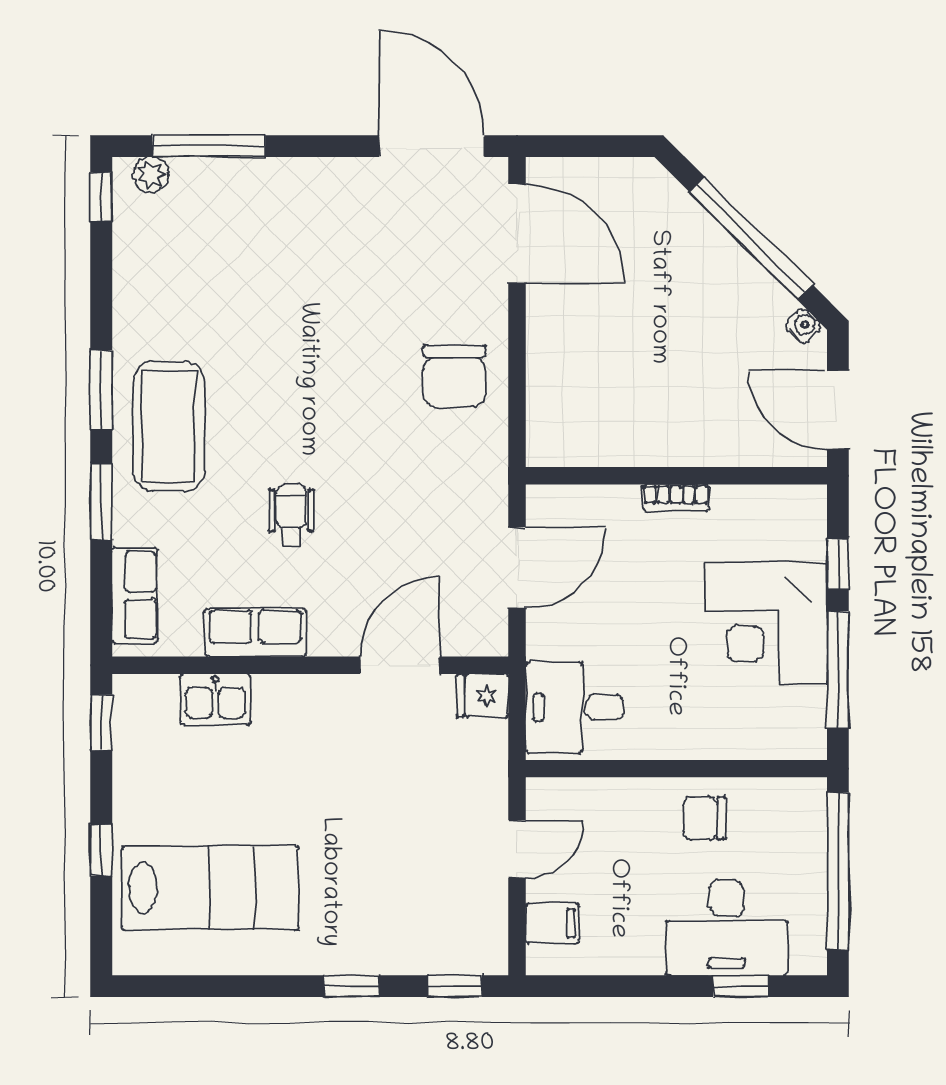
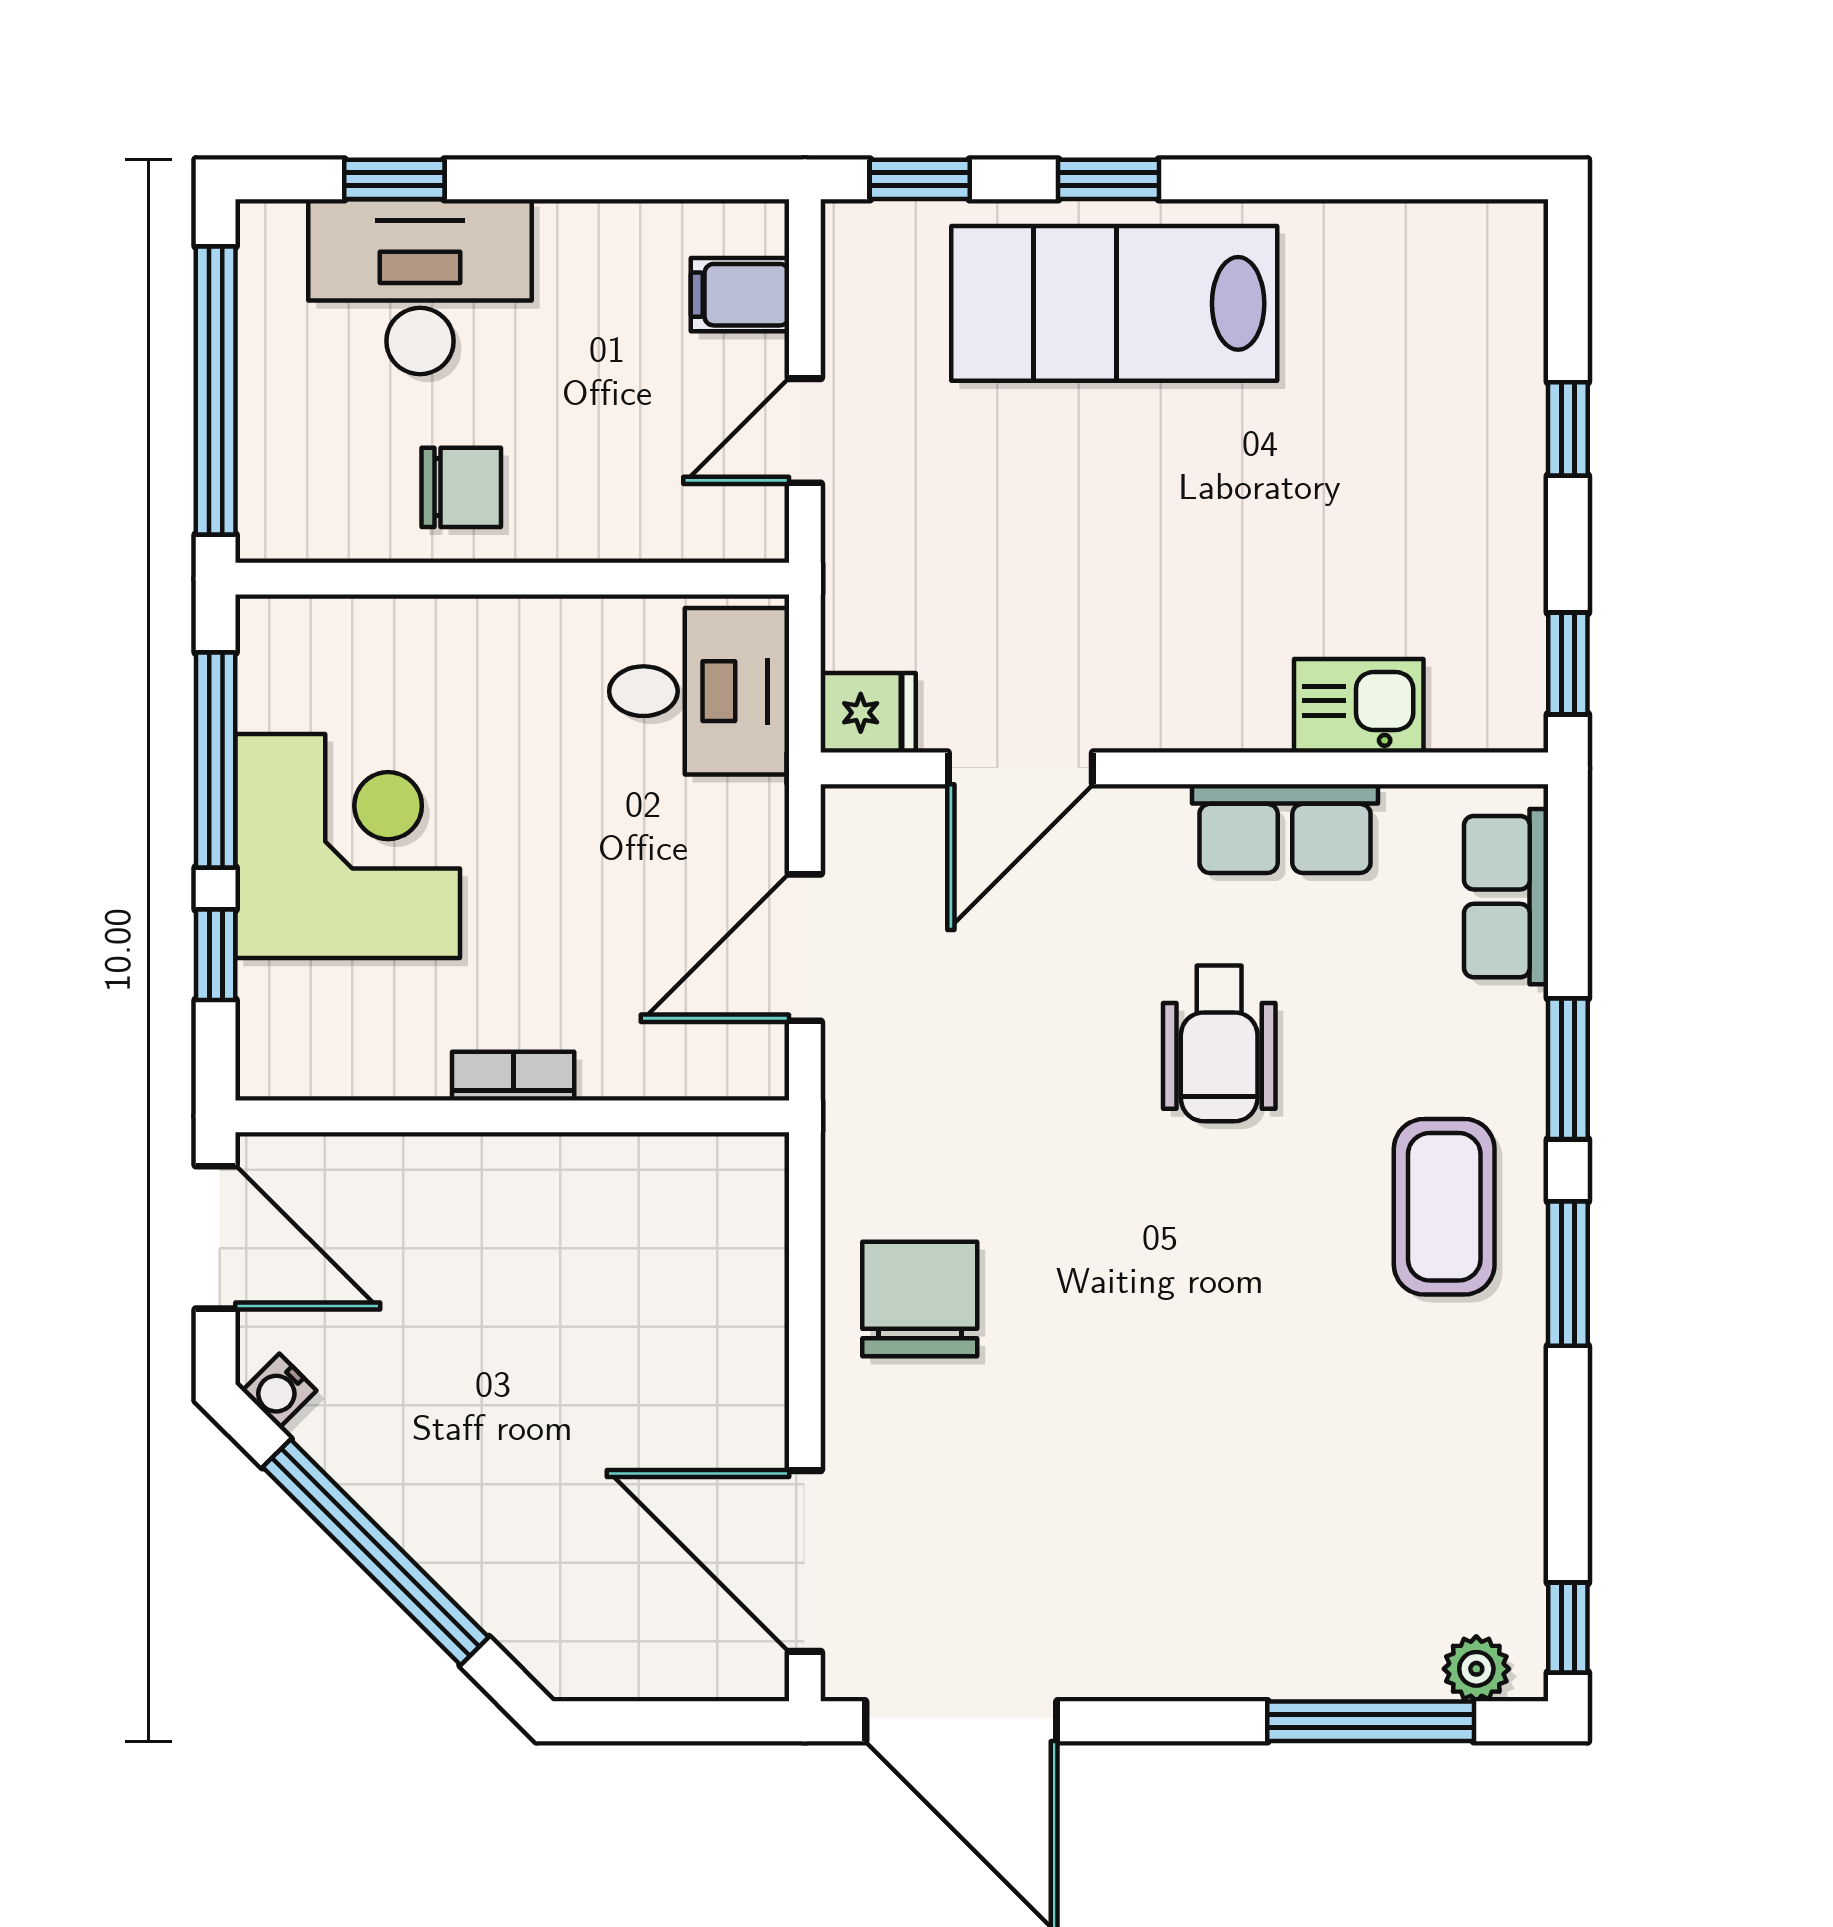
coffee table: (169, 426) -> (1444, 1207), width x0.73, depth x0.76
wheelchair: (291, 515) -> (1219, 1043), width x1.36, depth x1.37
lab bench: (210, 888) -> (1114, 303), moved

